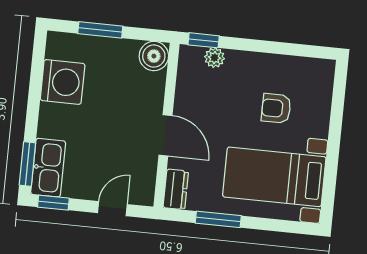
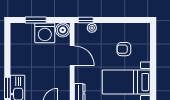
washing machine: (63, 82) -> (45, 33), moved, turned 90
door: (165, 135) -> (72, 56), moved

